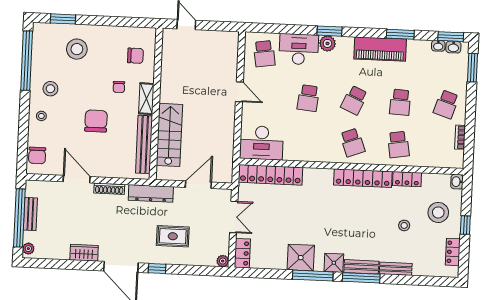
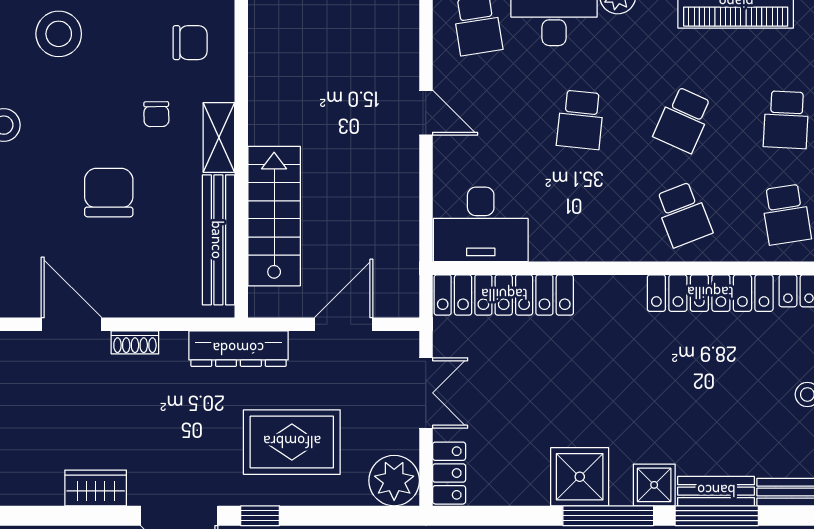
shoe rack: (109, 189) -> (135, 342), width x0.70
rug: (173, 236) -> (292, 442), width x1.36, depth x1.43
plant: (223, 261) -> (394, 481), width x1.87, depth x1.87

